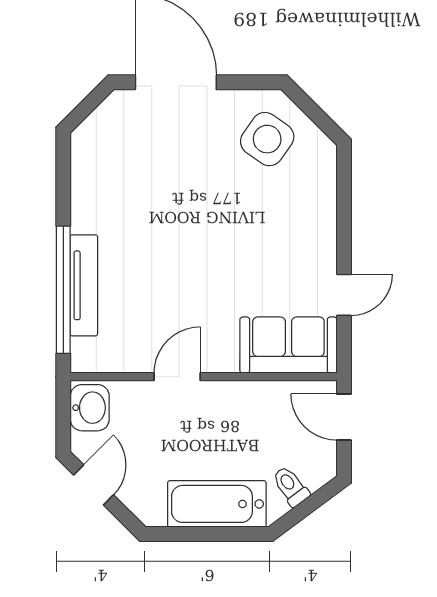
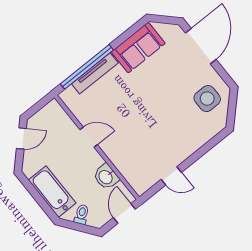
side table: (267, 139) -> (207, 99), turned -35
sofa: (288, 345) -> (138, 48), moved, turned 90
washbasin: (90, 408) -> (106, 177), moved, turned 90

